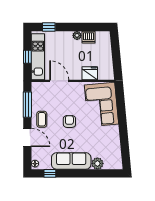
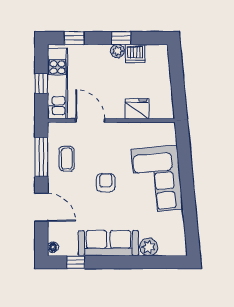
window: (79, 27) -> (121, 38), added
corner sofa: (101, 104) -> (157, 179), moved
coffee table: (42, 119) -> (67, 159), moved

